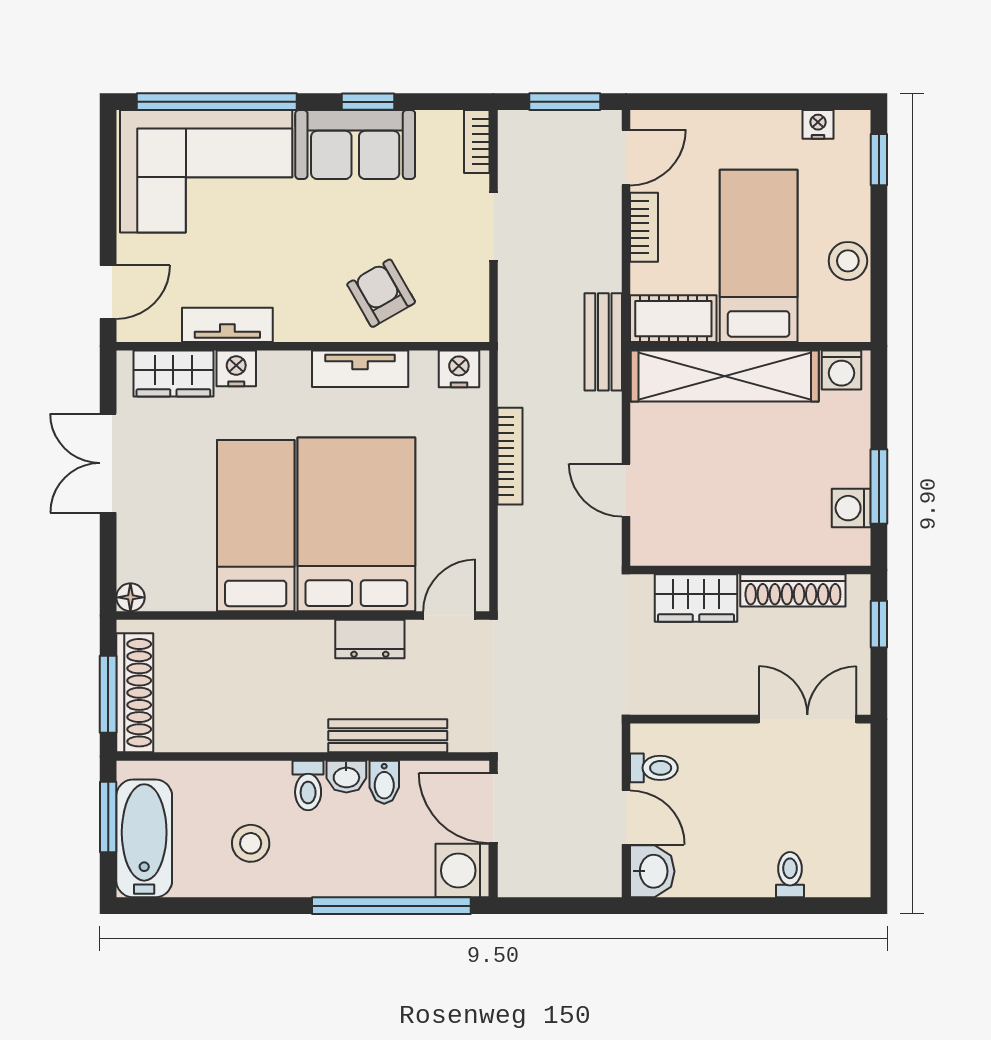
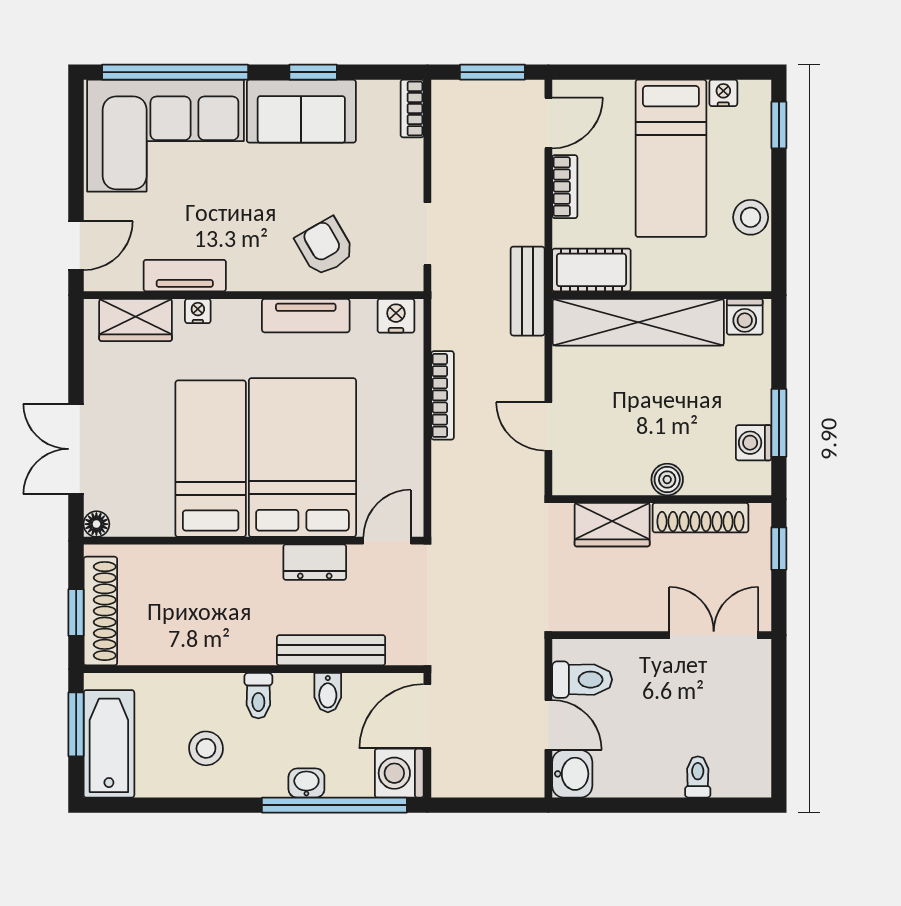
doorway: (493, 227) -> (427, 234), moved
bed: (759, 256) -> (671, 158), moved, turned 180
nightstand: (236, 368) -> (198, 311), width x0.72, depth x0.74
double door: (108, 463) -> (76, 449), moved
boiler: (756, 548) -> (667, 480), added
window: (108, 694) -> (76, 612), width x0.67
toilet: (654, 768) -> (582, 680), width x1.37, depth x1.39
washbasin: (346, 777) -> (306, 783), moved, turned 180
door: (493, 808) -> (427, 716), hinge flipped

